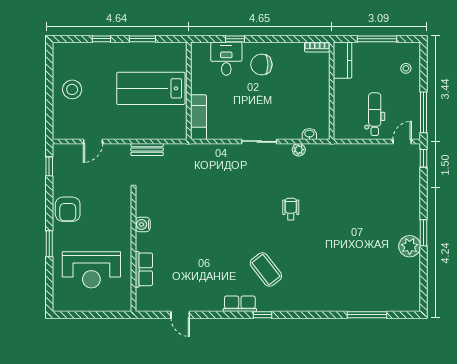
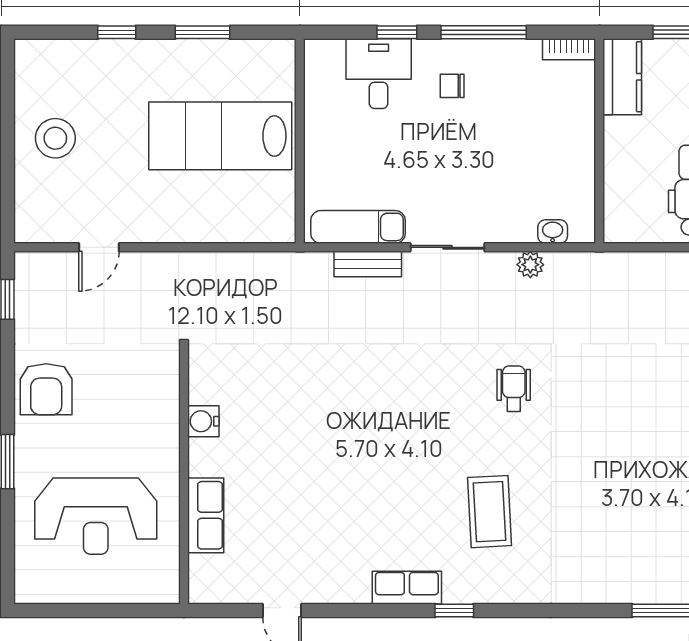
window: (276, 39) -> (484, 32), added
chair: (261, 65) -> (452, 86), width x0.54, depth x0.54
exam couch: (198, 117) -> (358, 227), moved, turned -90
bench: (147, 149) -> (368, 264), moved
coffee table: (266, 270) -> (490, 512), moved, turned 35

